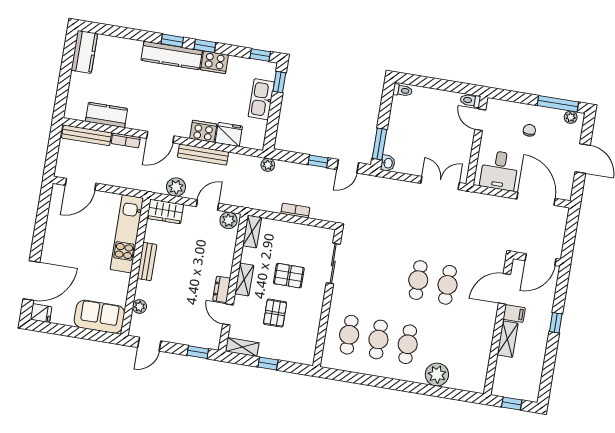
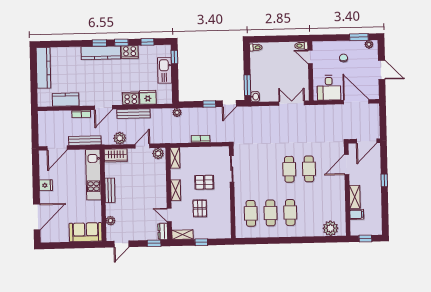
kitchen counter: (84, 52) -> (43, 68), width x1.50
window: (260, 55) -> (147, 42), moved
window: (558, 104) -> (359, 37), width x0.69
bench: (87, 135) -> (85, 141), moved
dresser: (222, 289) -> (163, 231), moved
fridge: (41, 313) -> (46, 185), moved
filing cabinet: (514, 313) -> (357, 214), moved
plant: (437, 375) -> (330, 228), moved

